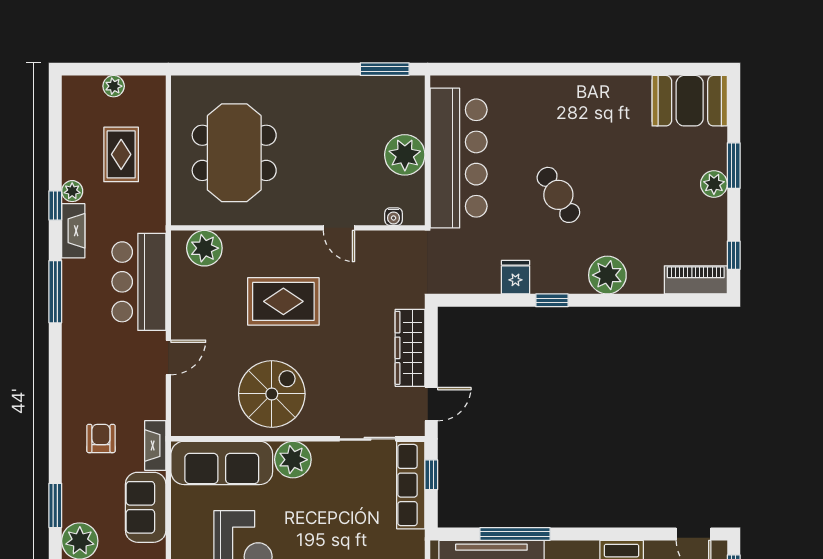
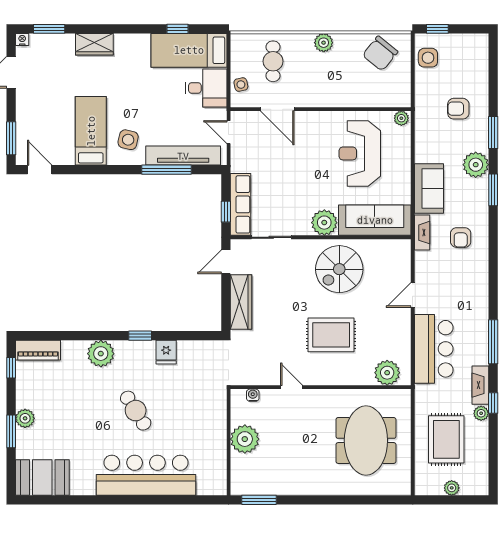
rug: (121, 154) -> (446, 439), width x1.36, depth x1.43
bar counter: (459, 158) -> (146, 475), moved, turned 90

